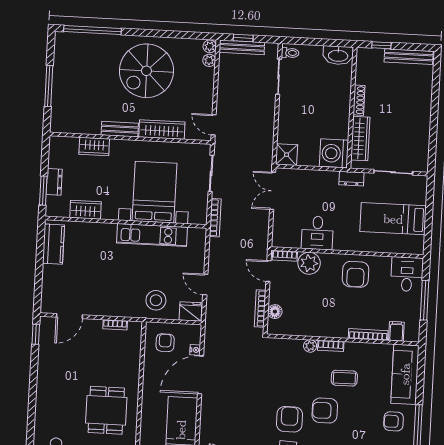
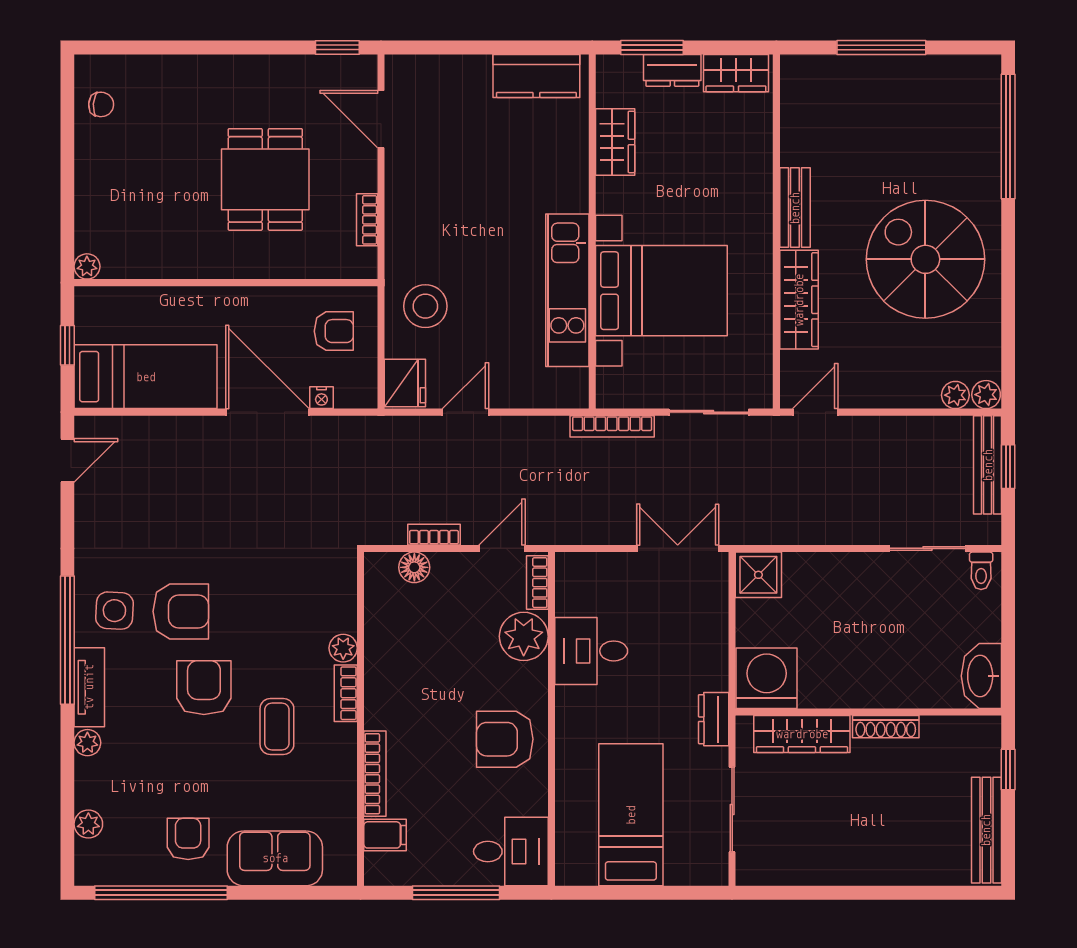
wardrobe: (94, 146) -> (736, 73), moved, turned -90
bookcase: (260, 308) -> (434, 535), width x0.64
sofa: (405, 374) -> (275, 858), width x0.73
dining table: (106, 410) -> (265, 179), moved, turned 90

